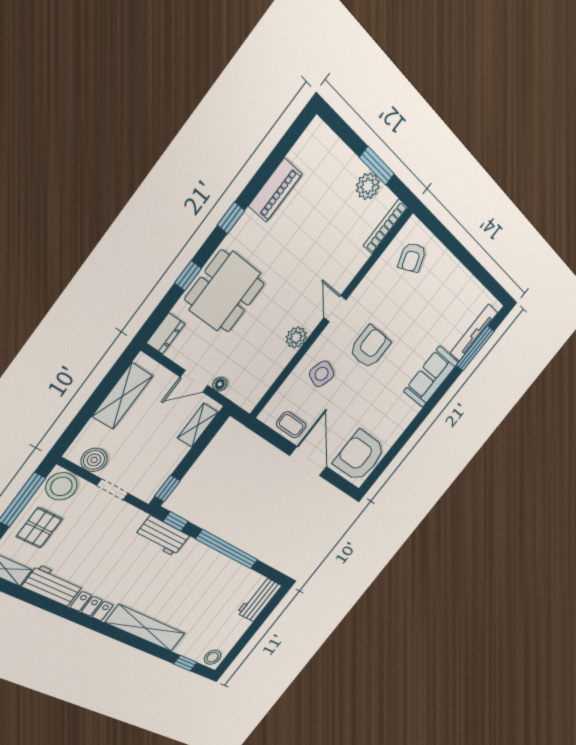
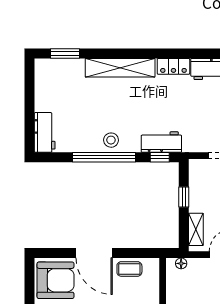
floor lamp: (220, 384) -> (181, 263), moved
window: (167, 488) -> (184, 197), moved
stool: (212, 657) -> (111, 140), moved
window: (185, 663) -> (65, 53), width x1.50

